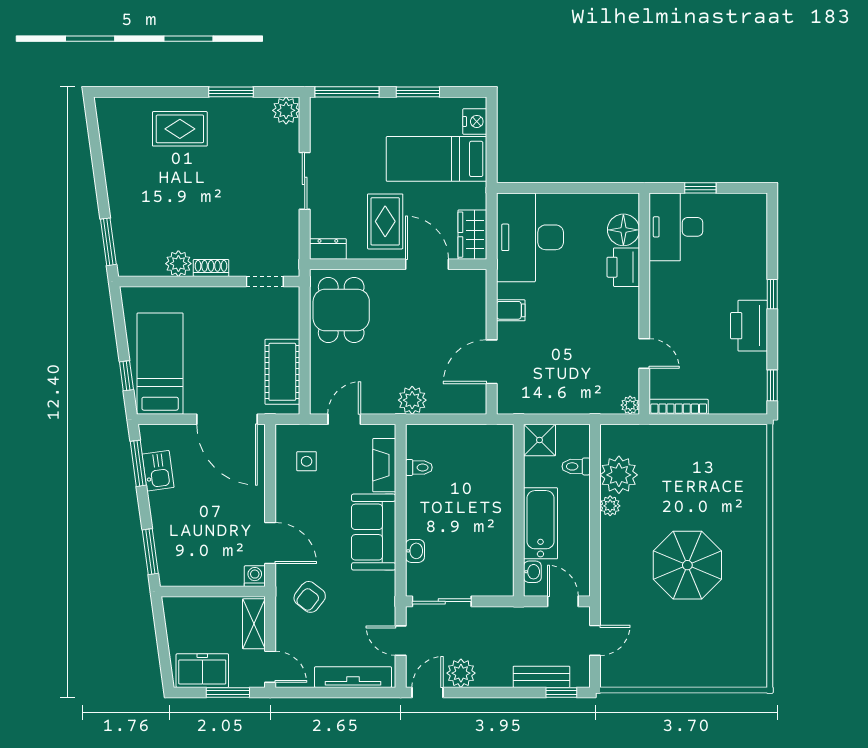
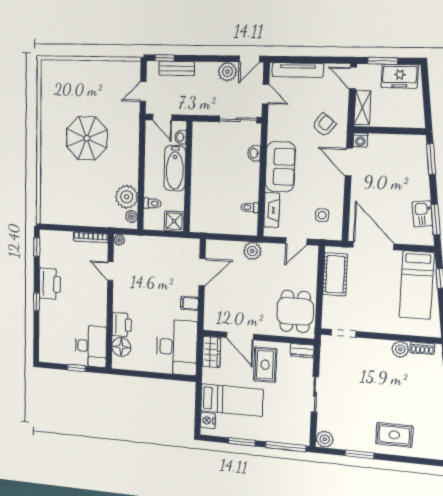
shoe rack: (211, 268) -> (422, 348), moved
plant: (610, 506) -> (132, 216), moved

